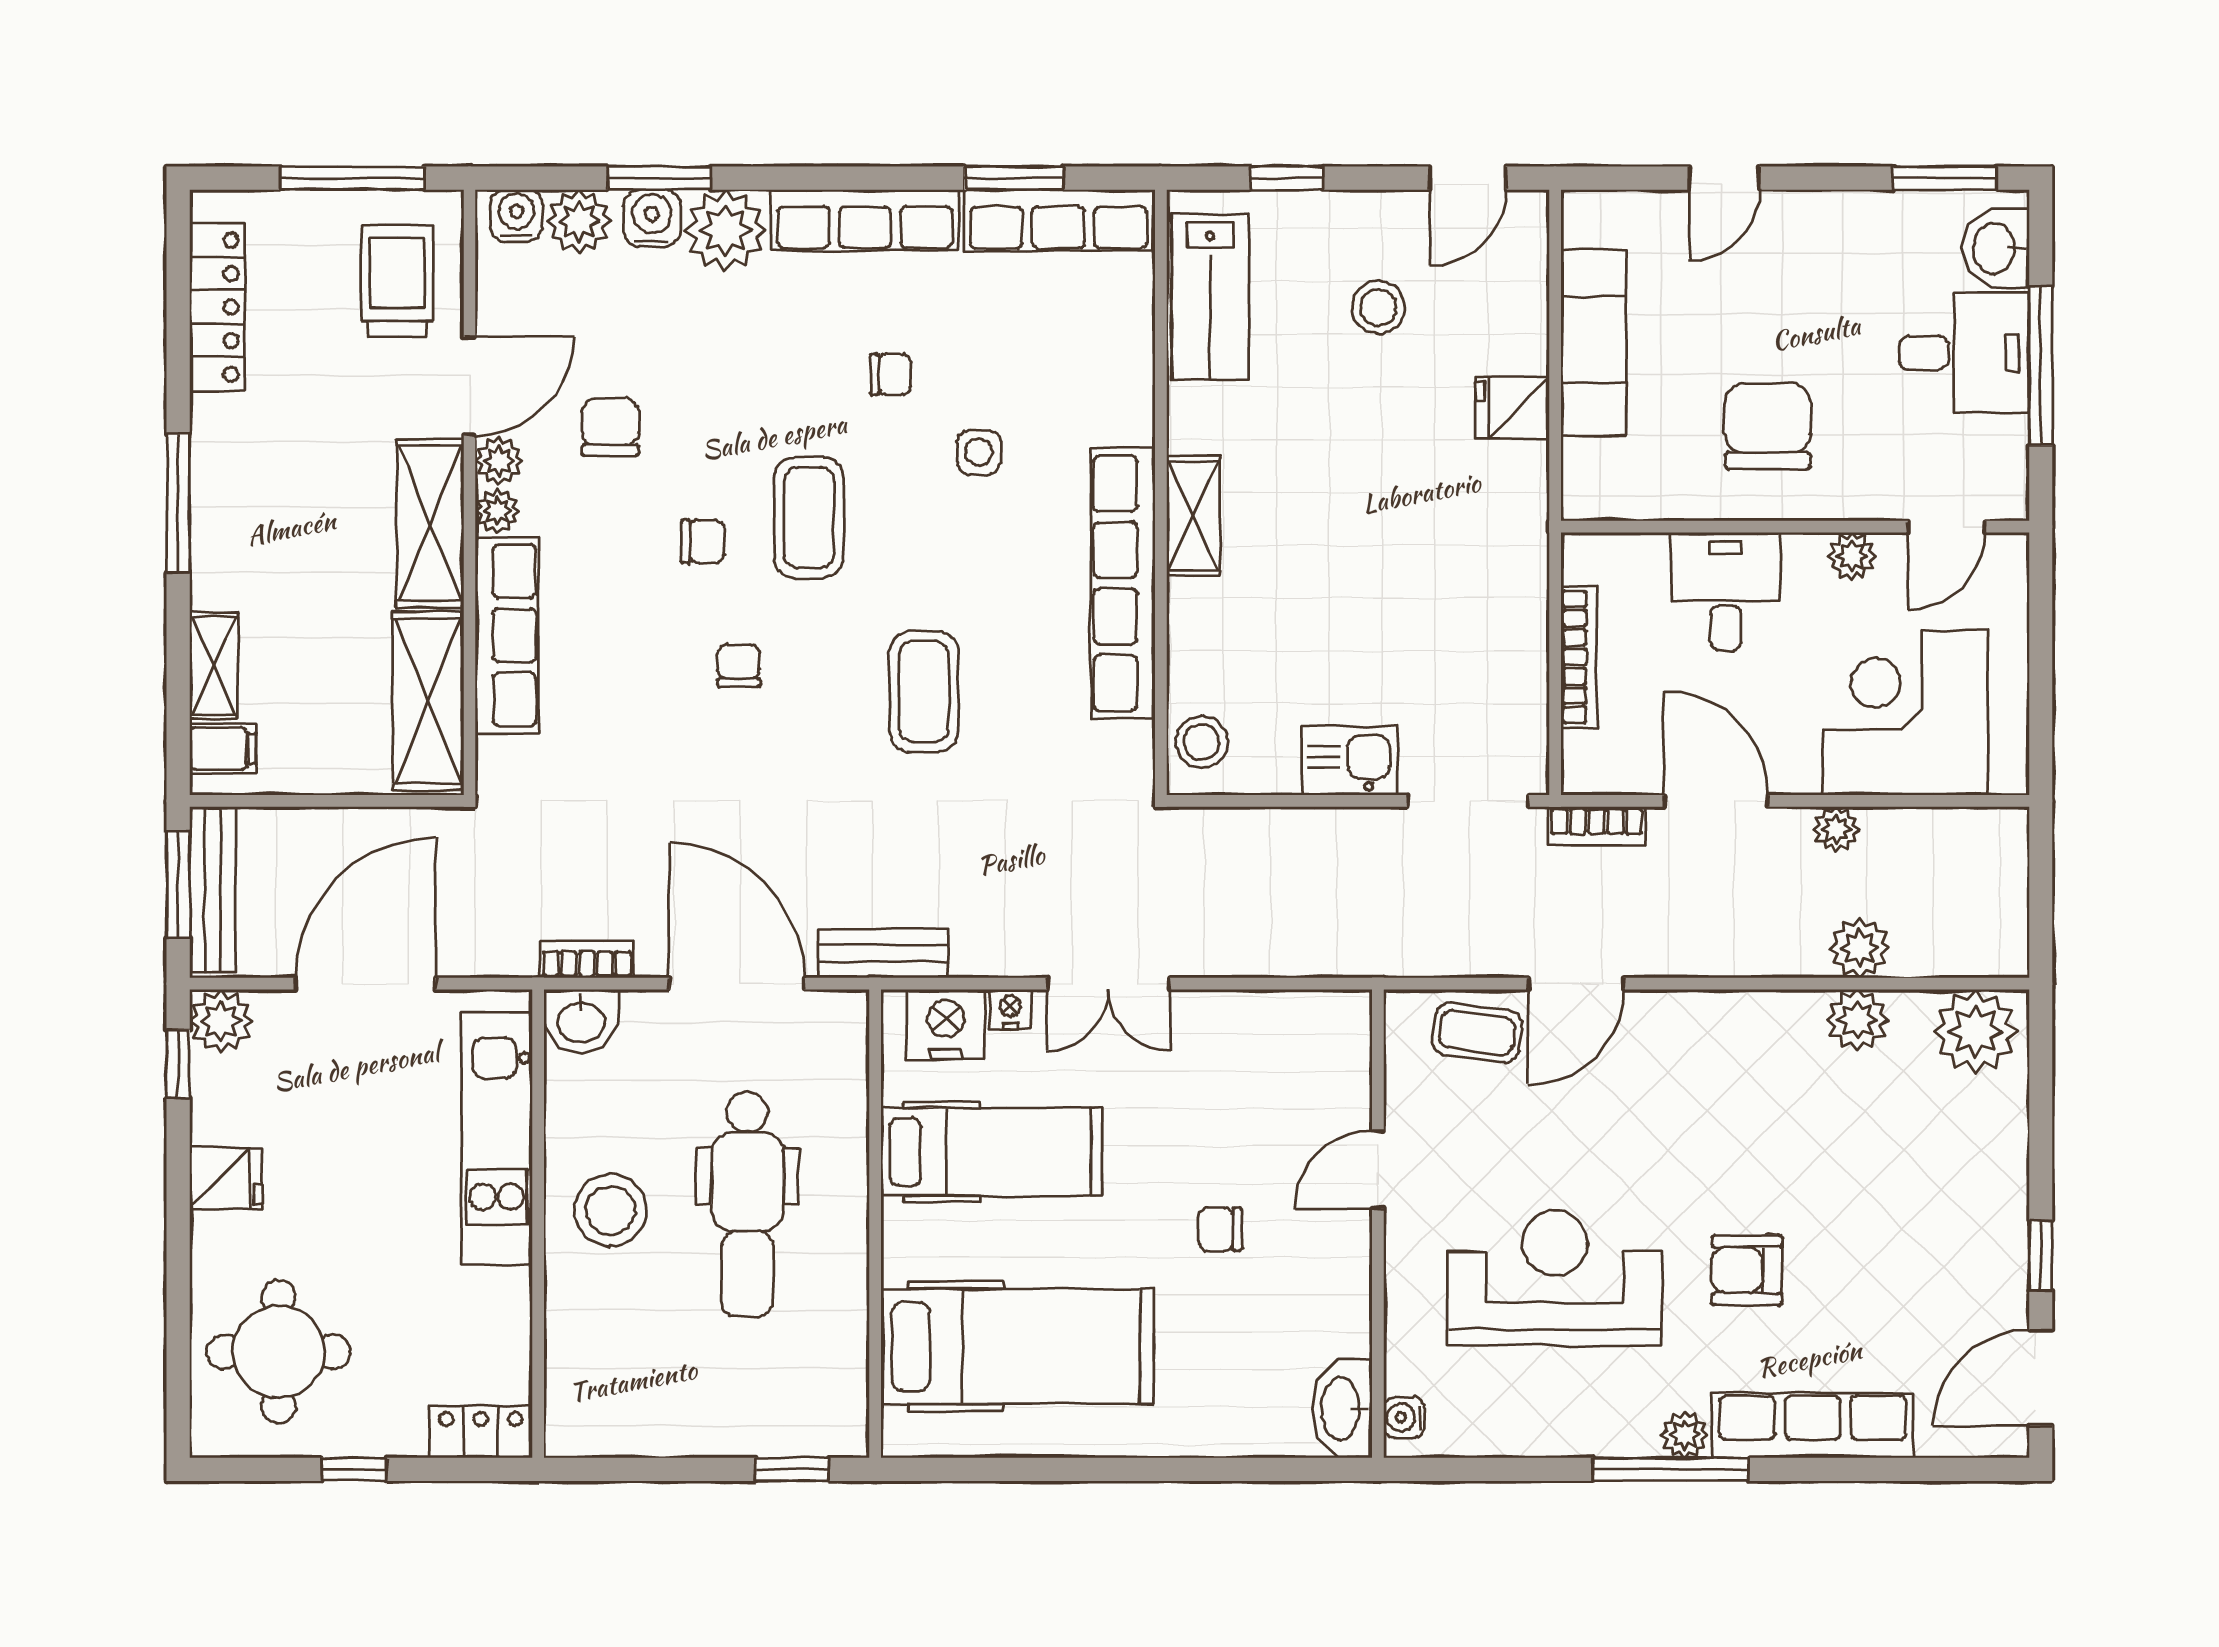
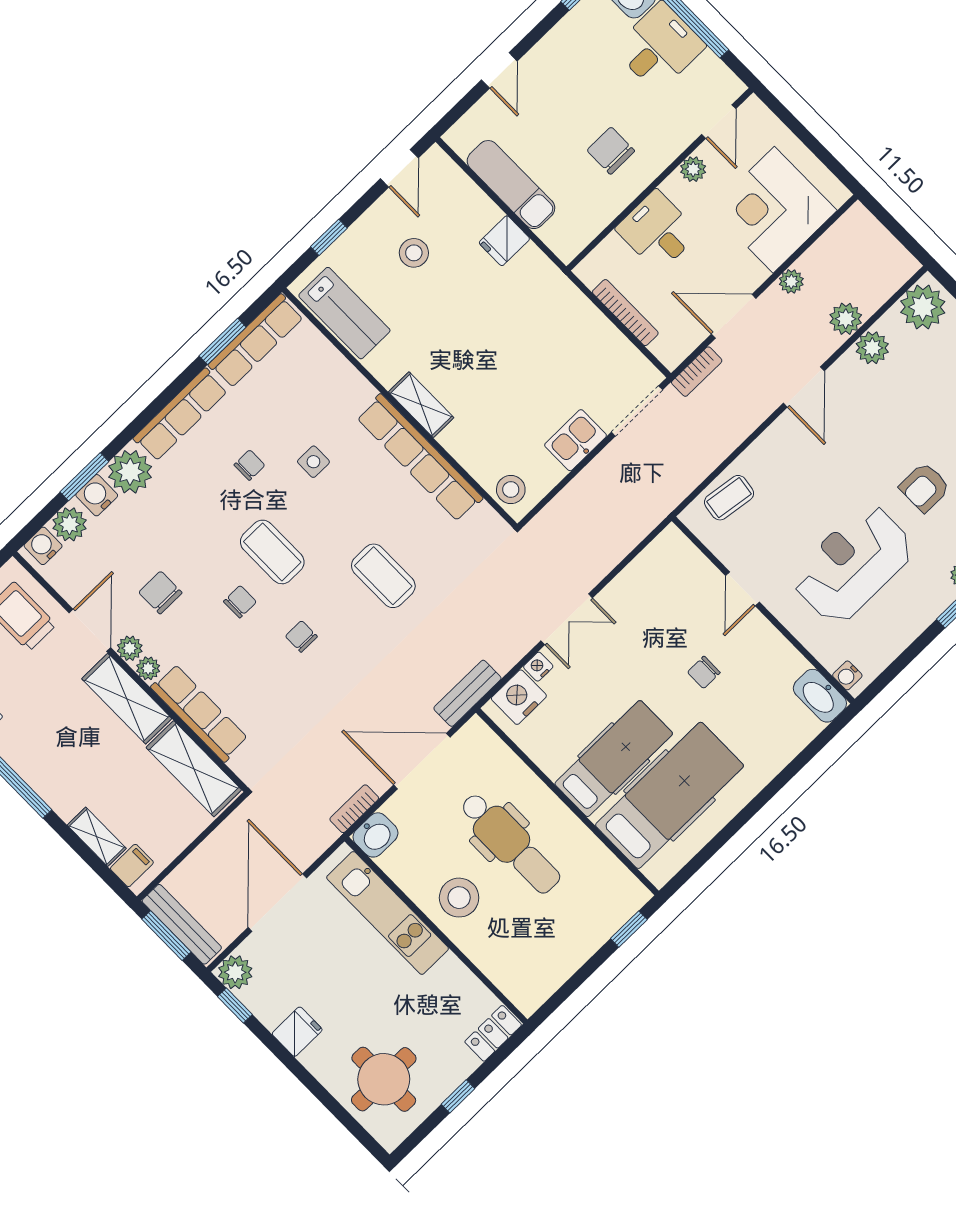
chair: (1768, 426) -> (611, 151), width x0.73, depth x0.73
door: (1576, 984) -> (804, 387), moved
hospital bed: (991, 1152) -> (614, 759), moved

